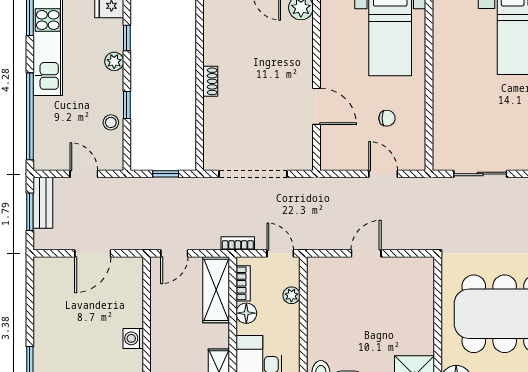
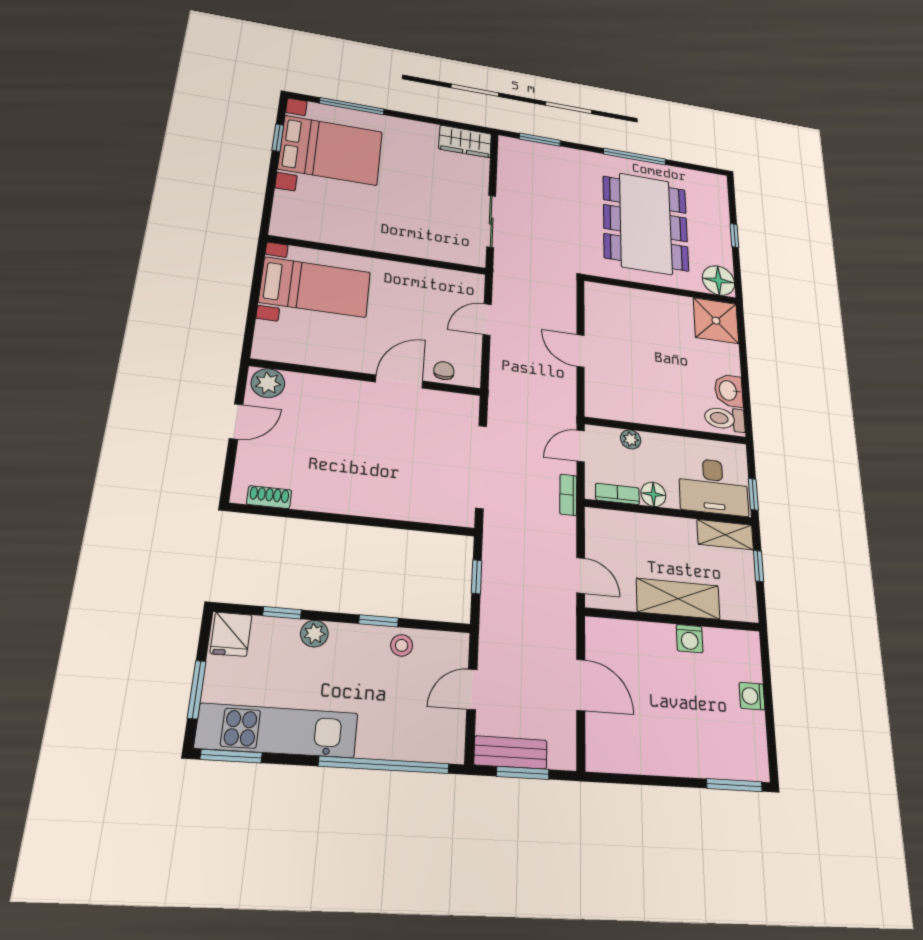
shoe rack: (210, 81) -> (269, 497), moved
chair: (387, 118) -> (444, 371), moved
shelving: (216, 290) -> (678, 599), moved

